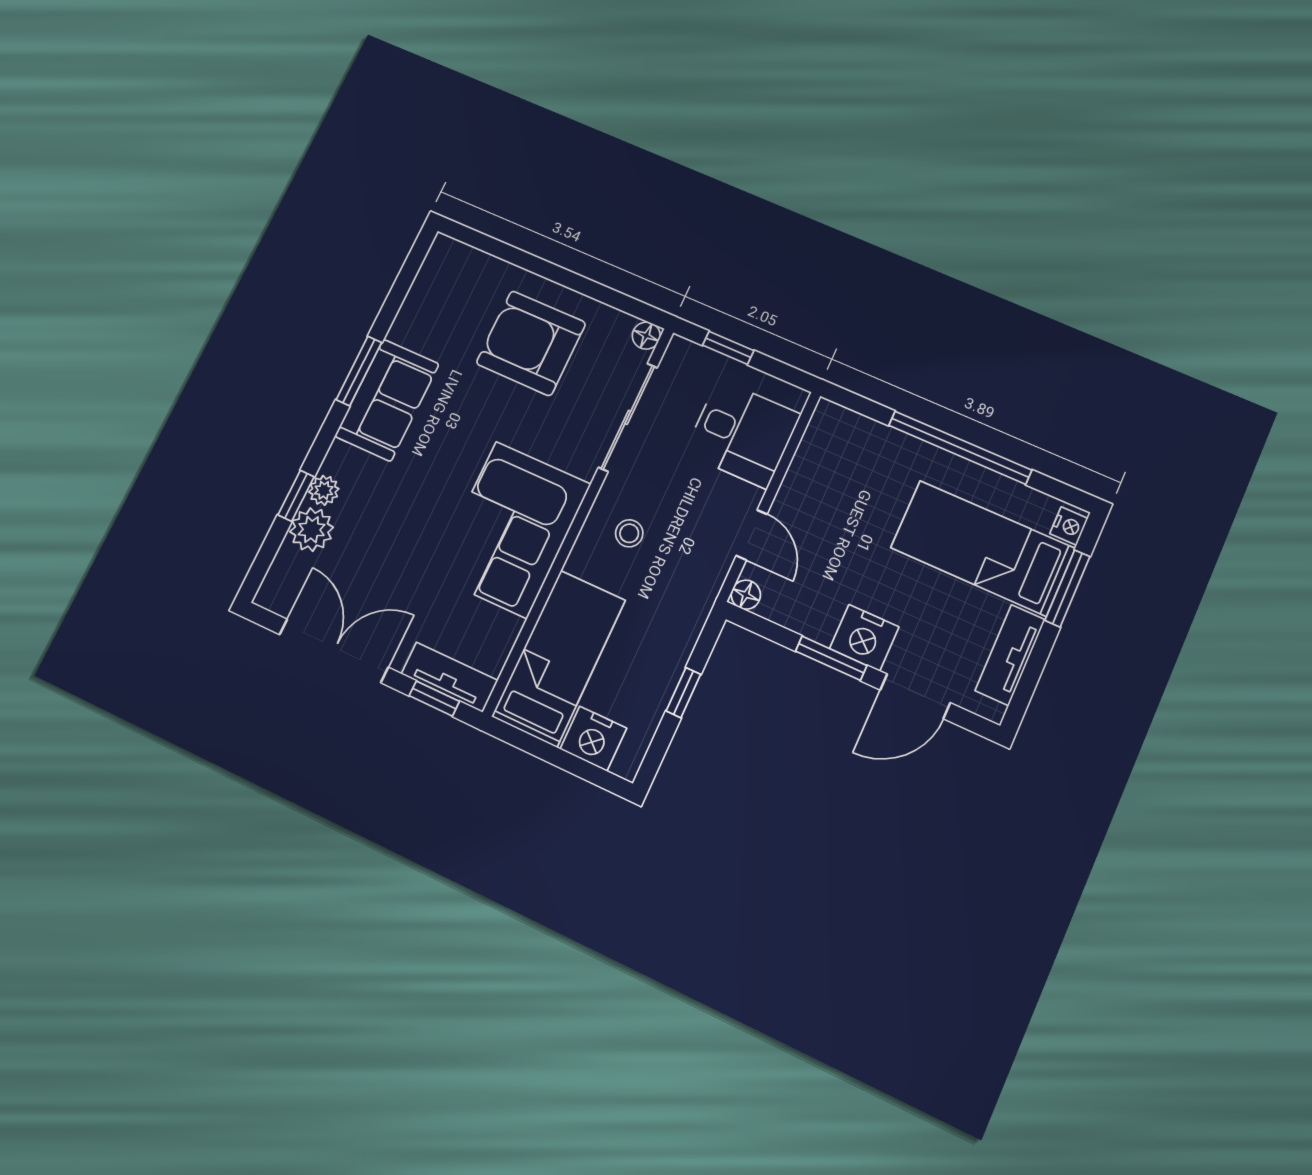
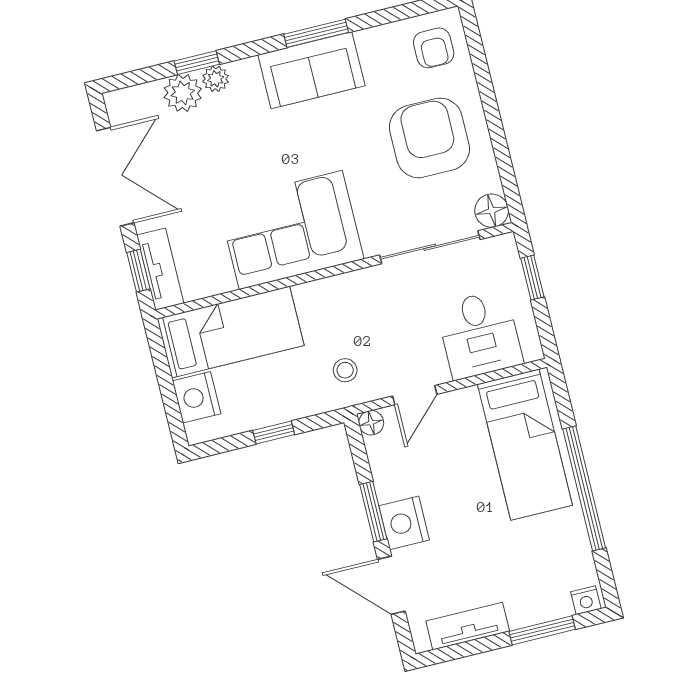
armchair: (456, 280) -> (434, 48), added
floor lamp: (646, 336) -> (492, 211), width x1.37, depth x1.37
stool: (629, 533) -> (345, 370), moved
bed: (983, 548) -> (525, 445), moved, turned 180

